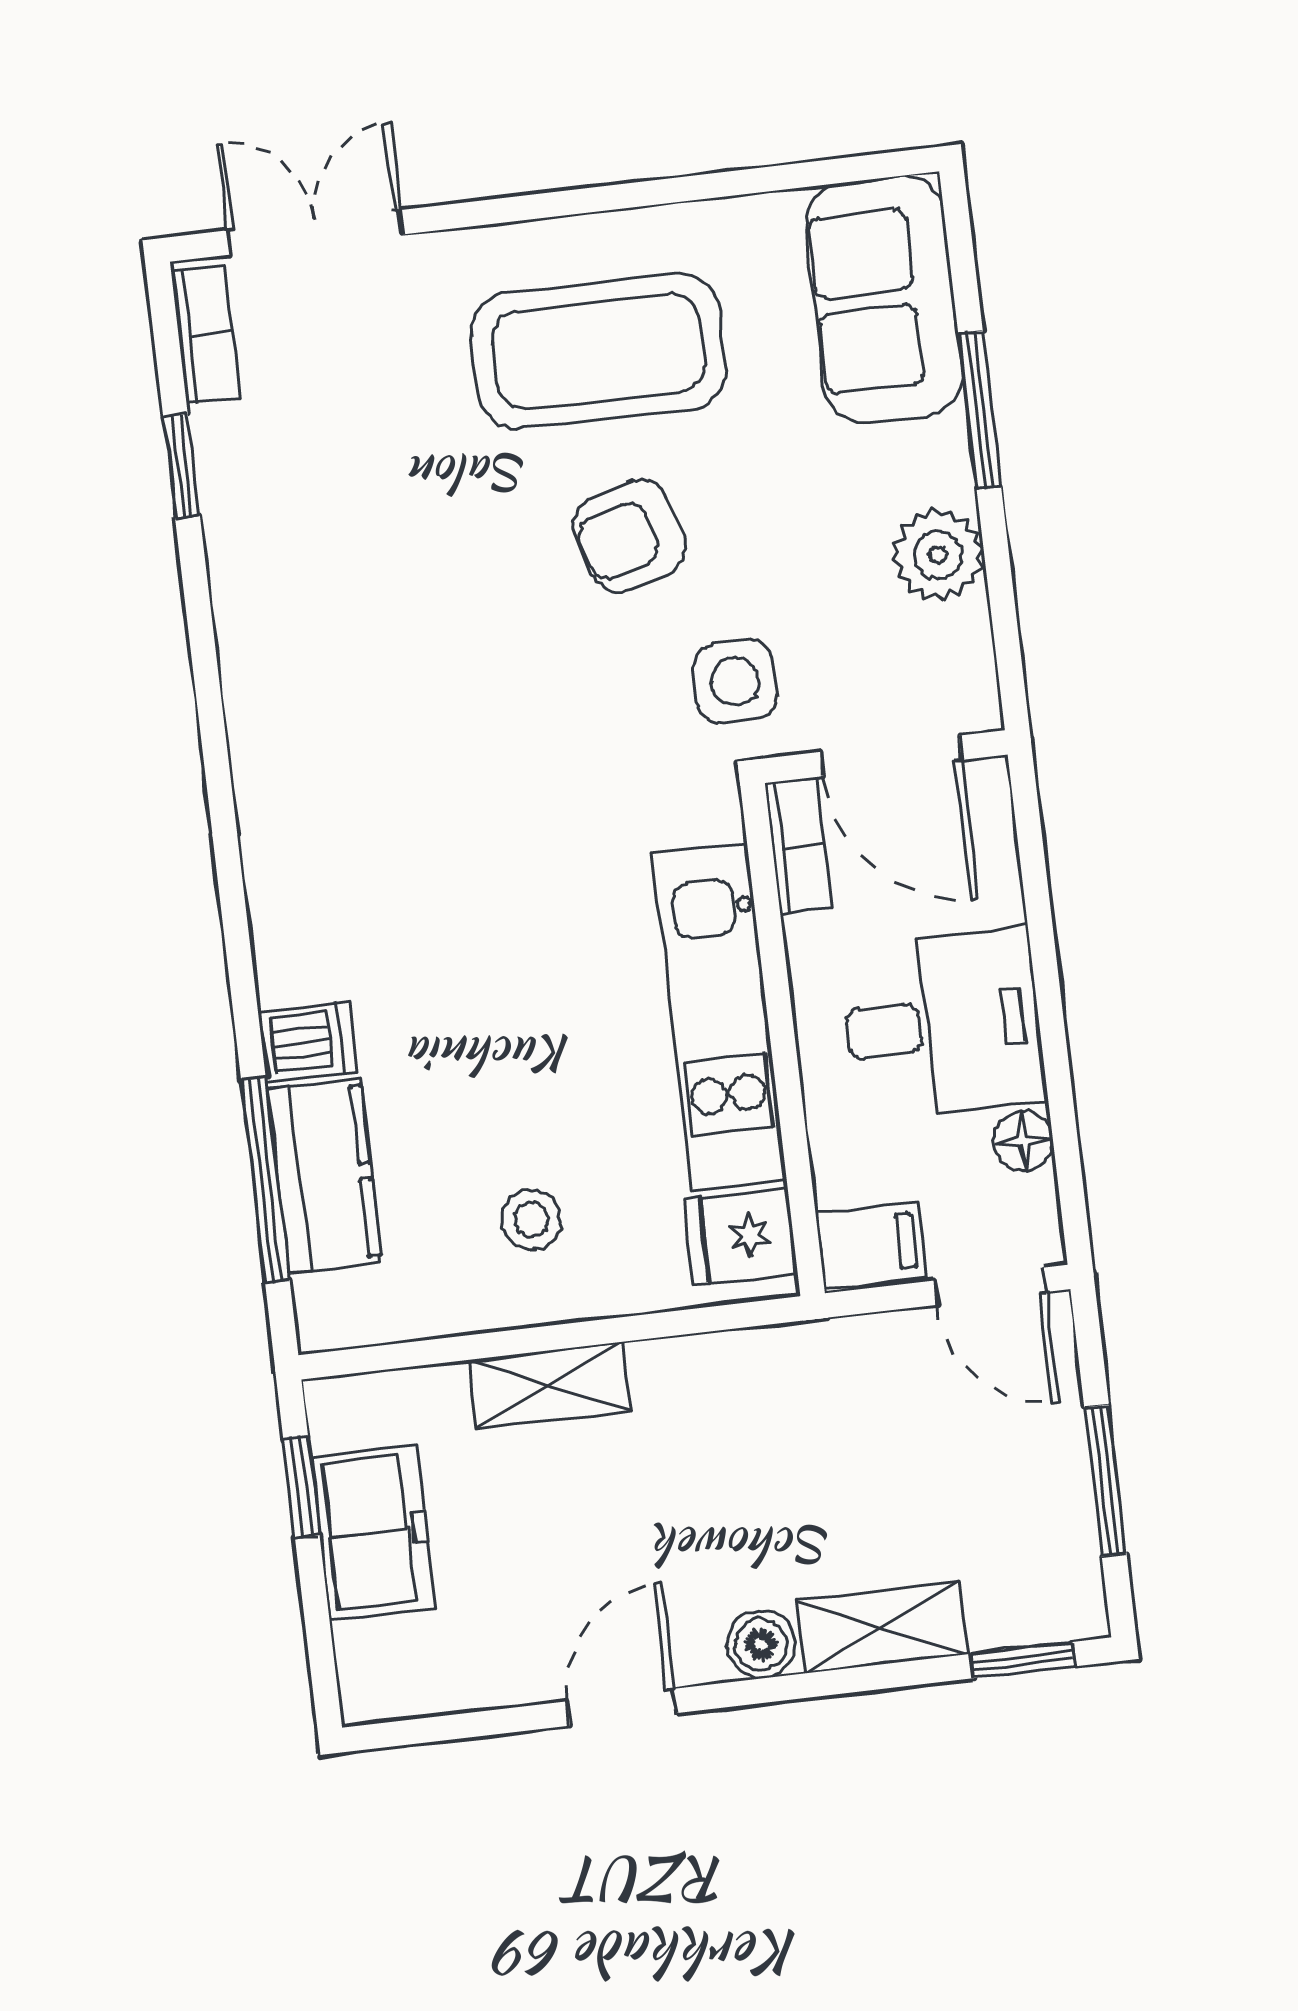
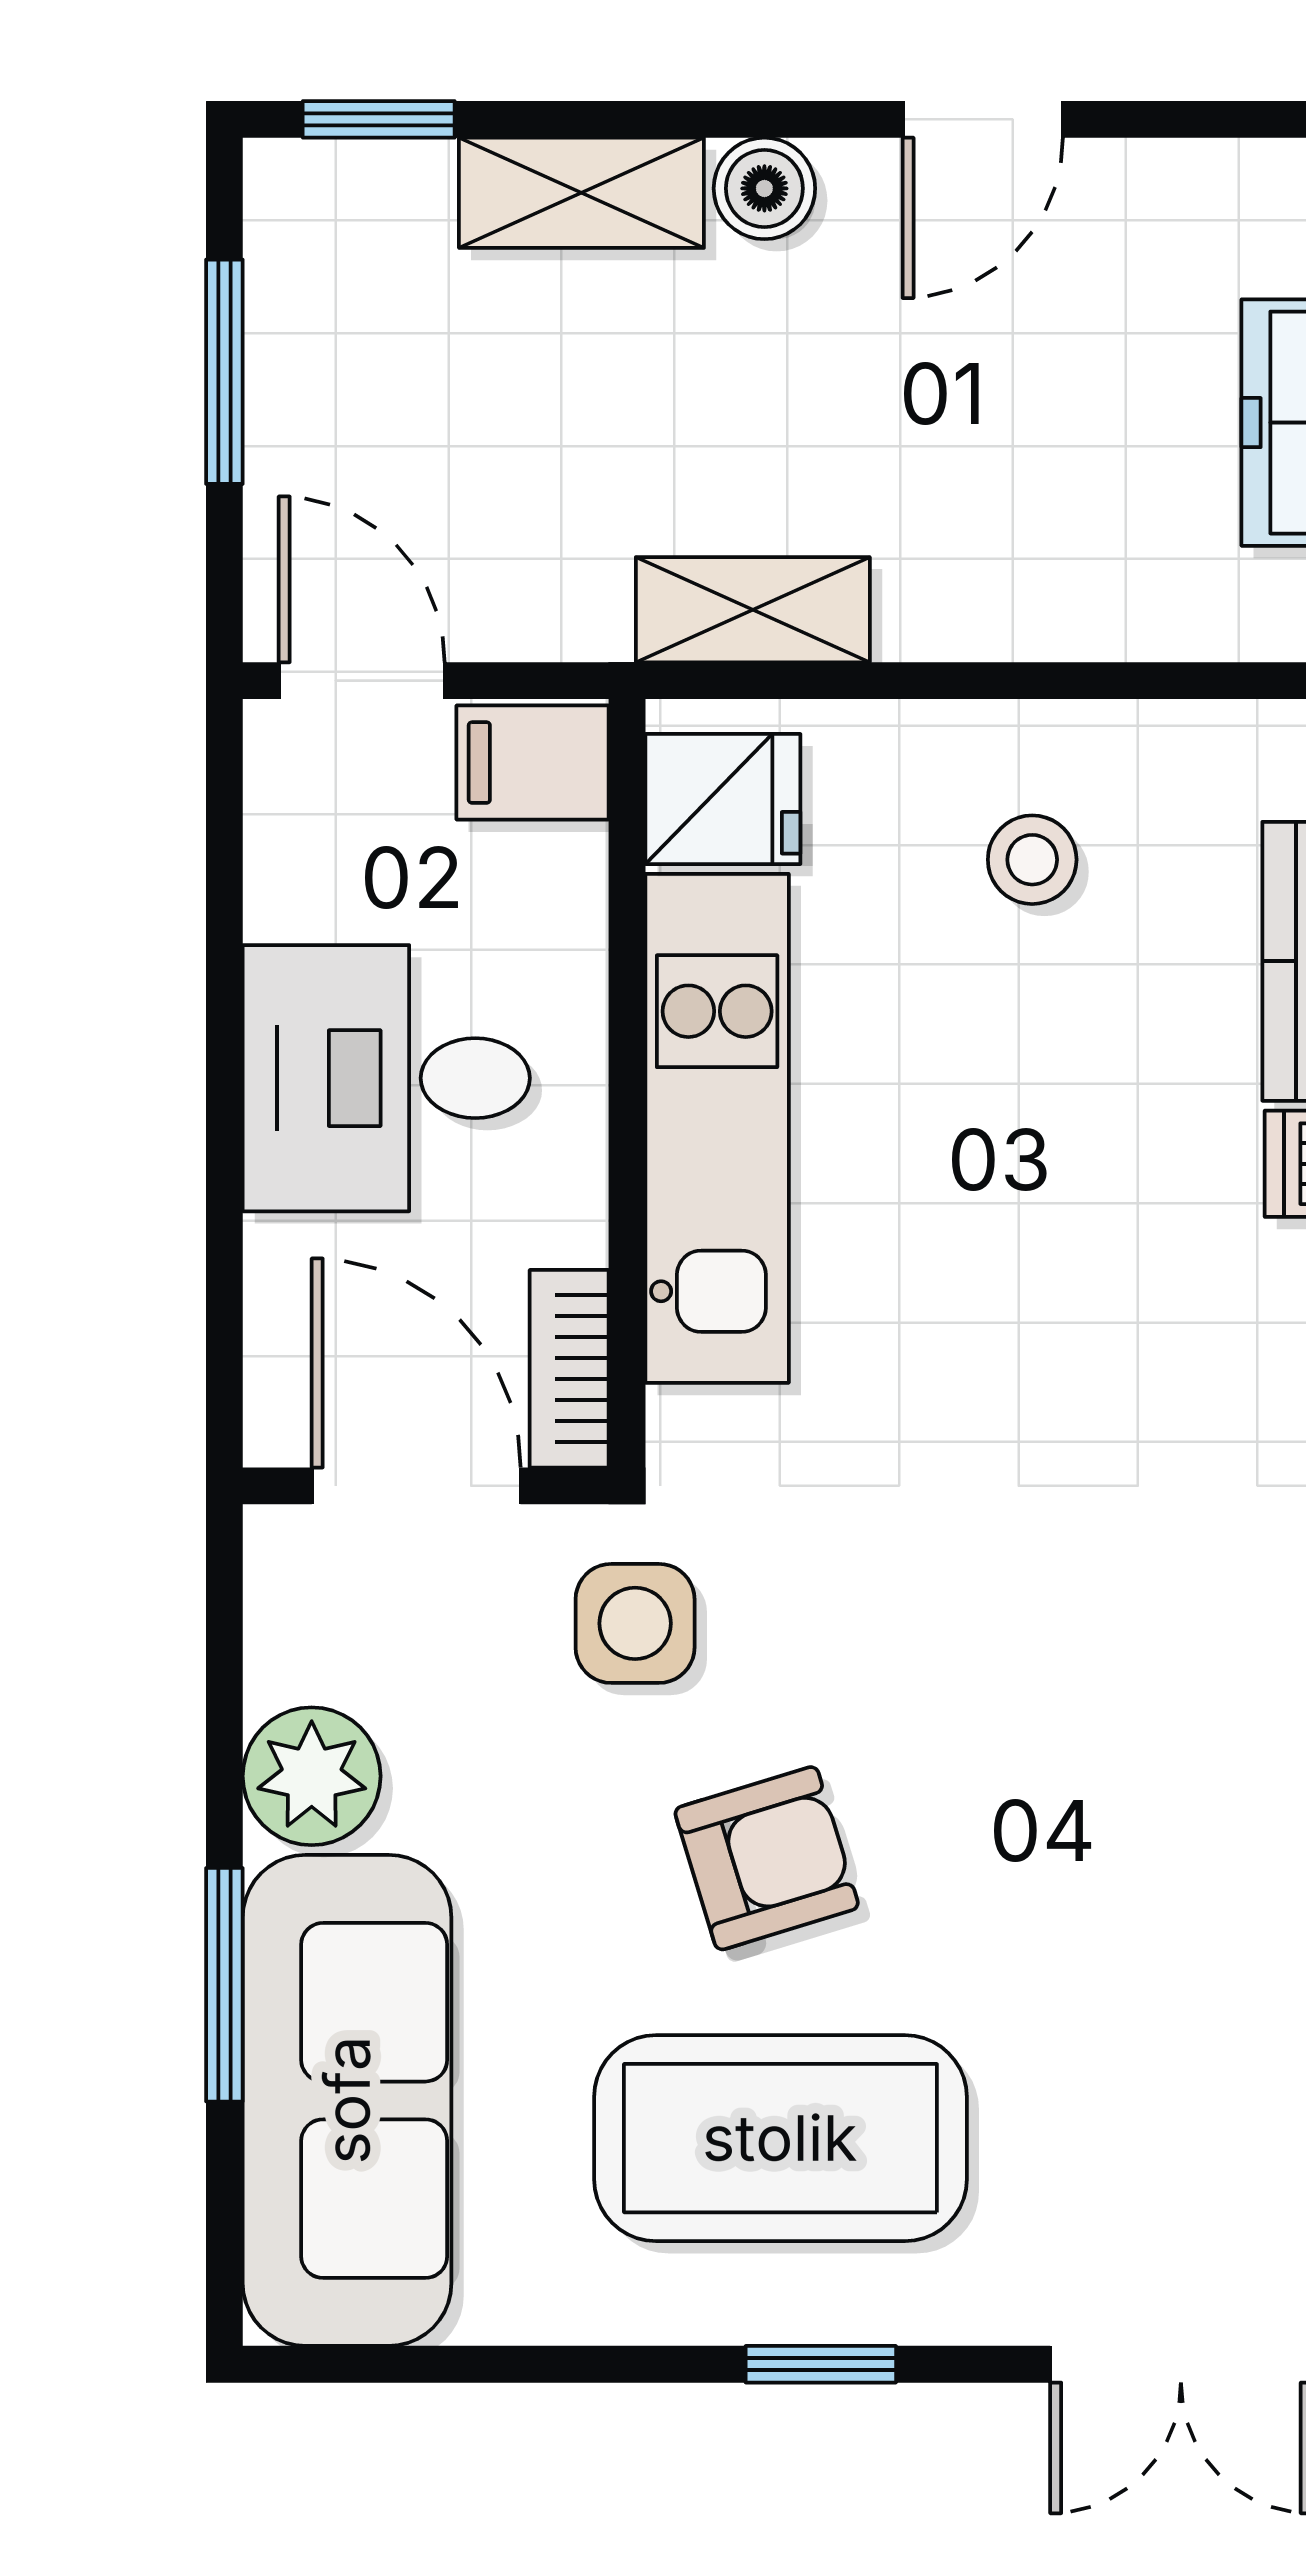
window: (554, 204) -> (821, 2364), added
sofa: (884, 299) -> (347, 2100), width x1.36
floor lamp: (1023, 1141) -> (287, 891), removed
shelving: (549, 1386) -> (753, 610), moved

